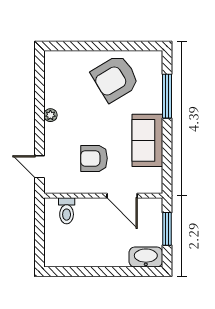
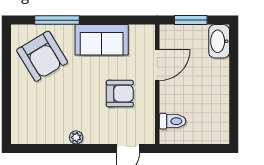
armchair: (115, 78) -> (42, 56), moved
armchair: (94, 158) -> (120, 94), turned -90

